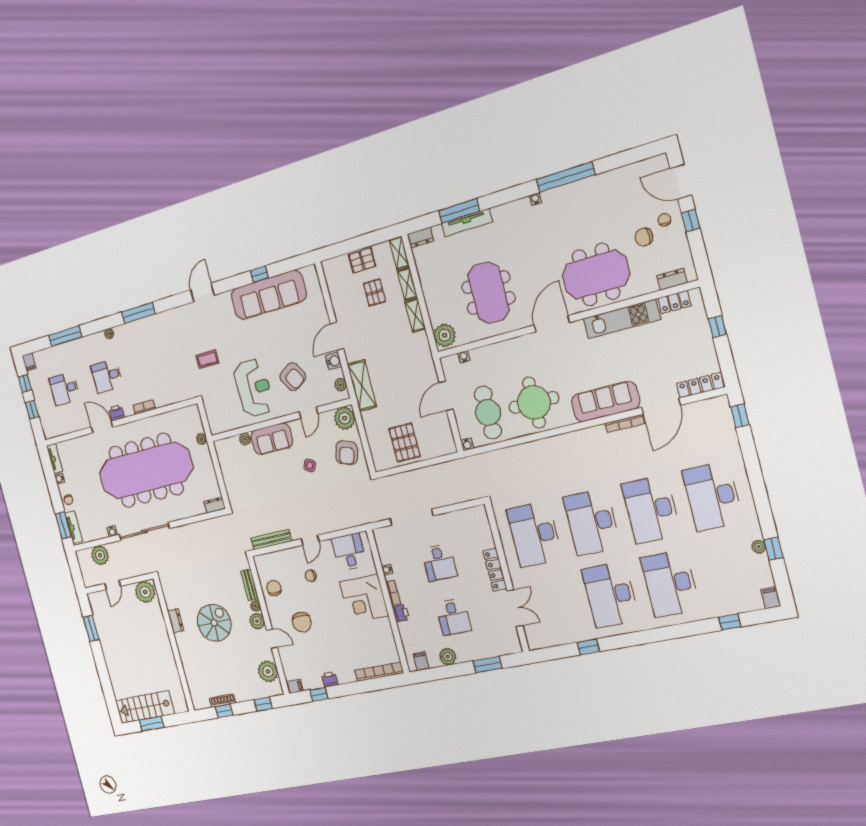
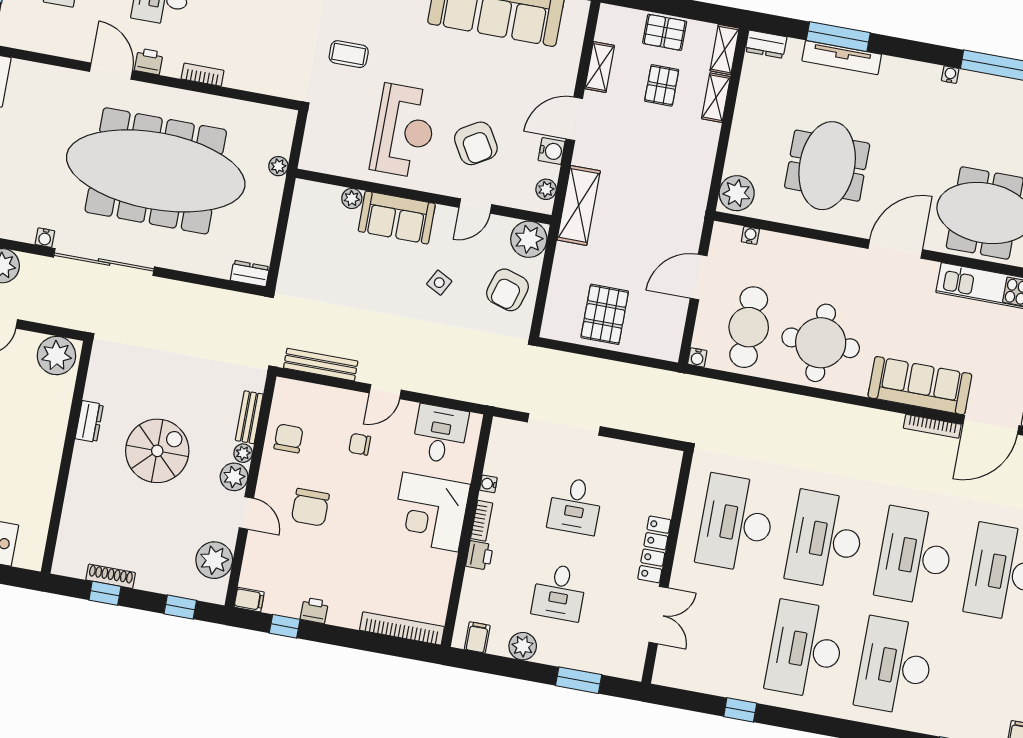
shelving: (415, 315) -> (600, 67), moved

